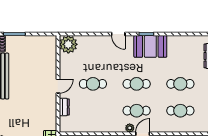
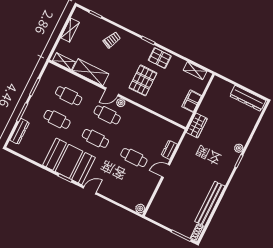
door: (118, 34) -> (90, 190), hinge flipped
plant: (68, 44) -> (140, 209), width x0.53, depth x0.53
booth: (150, 46) -> (69, 161), width x1.36, depth x1.42

